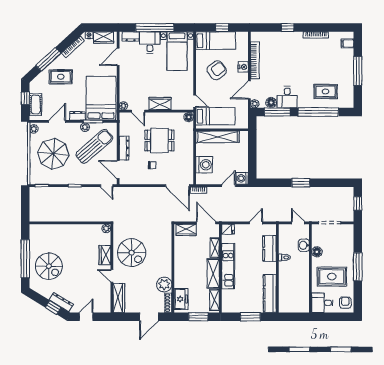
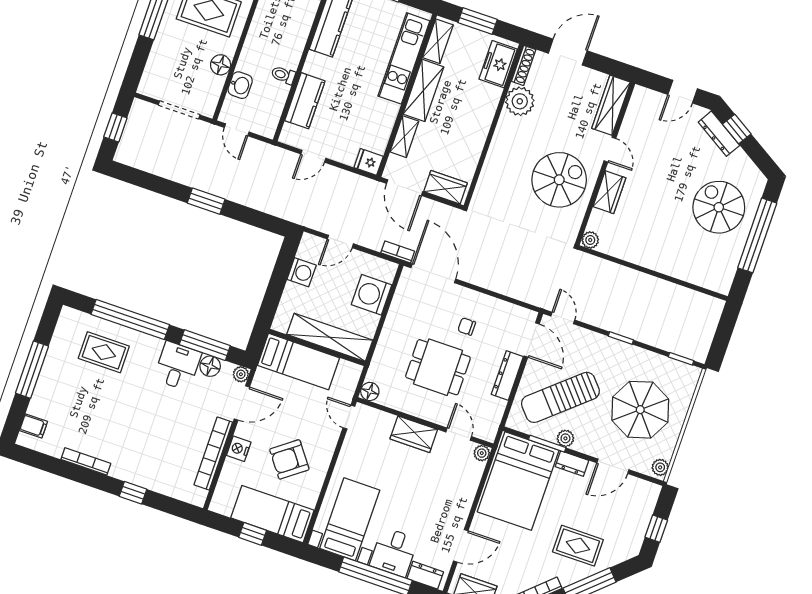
cot: (36, 105) -> (642, 511), removed
bed: (215, 116) -> (299, 362), moved, turned 180
washing machine: (242, 178) -> (302, 272), moved
spiral stairs: (132, 253) -> (559, 180), turned 90
kitchen unit: (228, 266) -> (404, 58), moved

